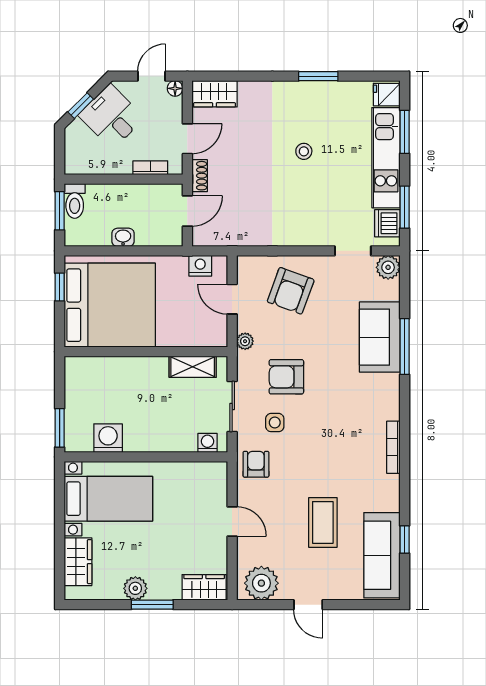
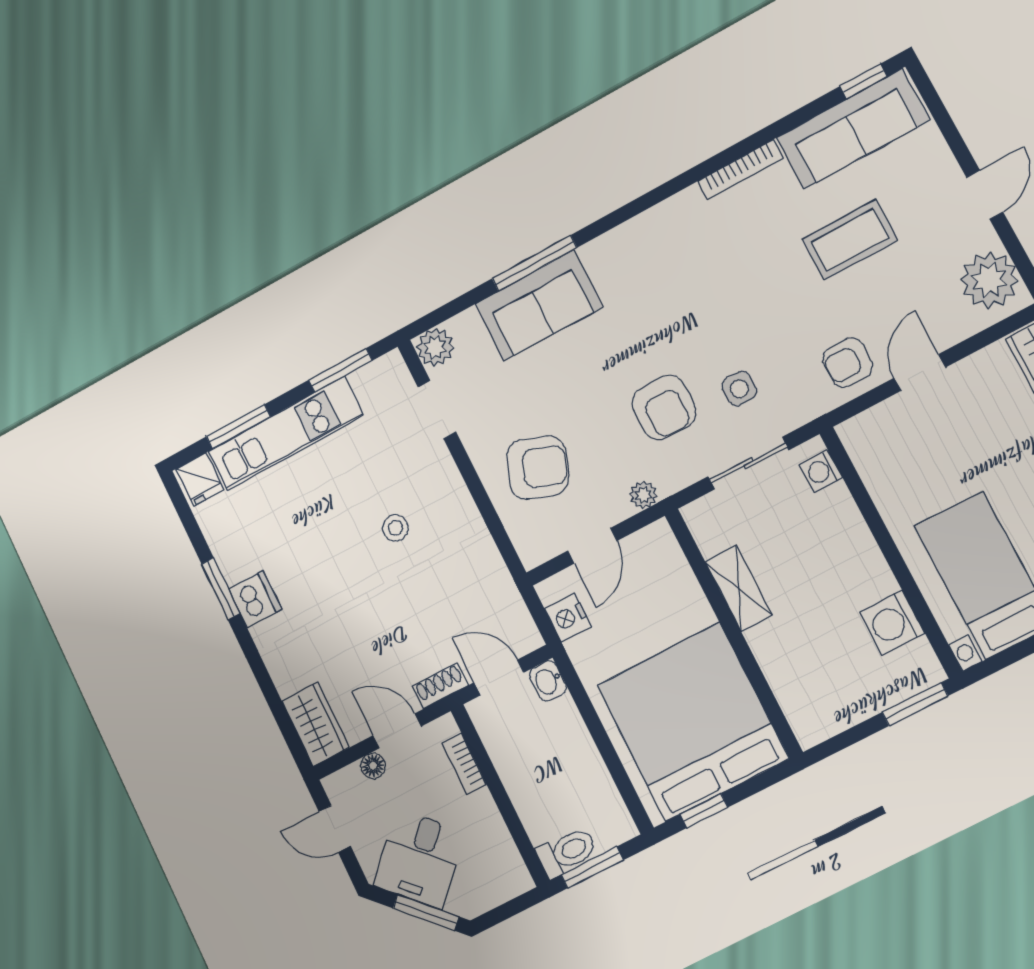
floor lamp: (175, 88) -> (373, 766), moved
window: (81, 106) -> (426, 912), width x1.50
stool: (304, 151) -> (395, 528), moved
dishwasher: (387, 223) -> (255, 599), moved, turned -90
washbasin: (123, 237) -> (548, 681), moved
shelving: (193, 367) -> (739, 588), moved
bookcase: (393, 447) -> (740, 170), moved
armchair: (256, 464) -> (848, 363), moved
window: (405, 539) -> (863, 81), moved

